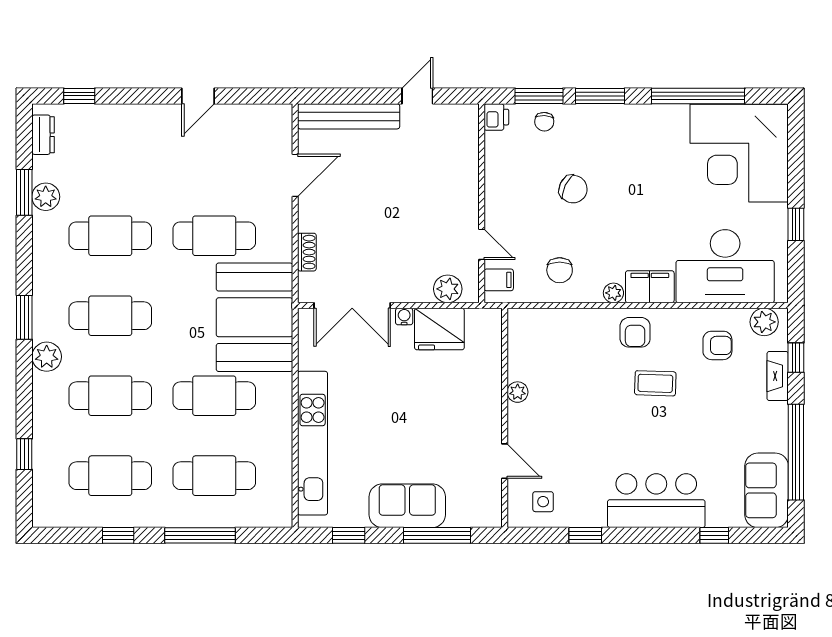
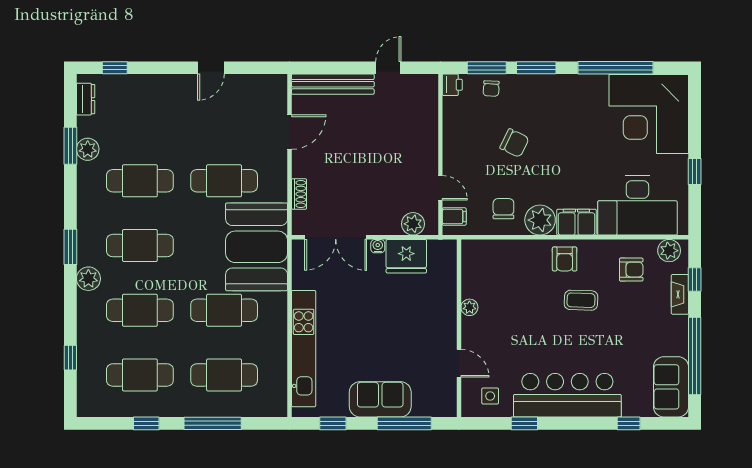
chair: (560, 270) -> (503, 209), turned 180
plant: (613, 293) -> (540, 220), width x1.88, depth x1.88
bar counter: (656, 501) -> (567, 395), width x1.36

